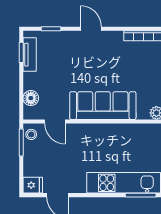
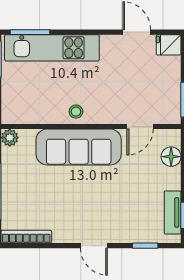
door: (55, 122) -> (140, 126), swing flipped
stool: (31, 134) -> (76, 112), moved

